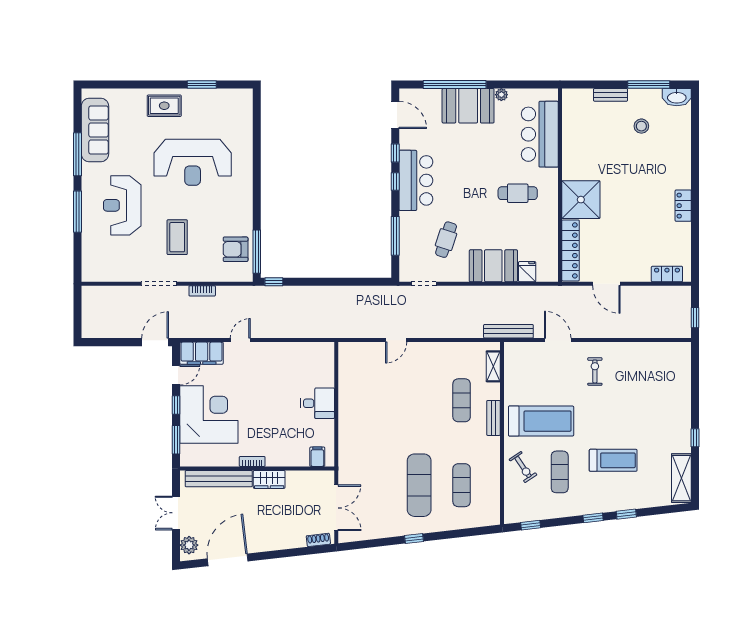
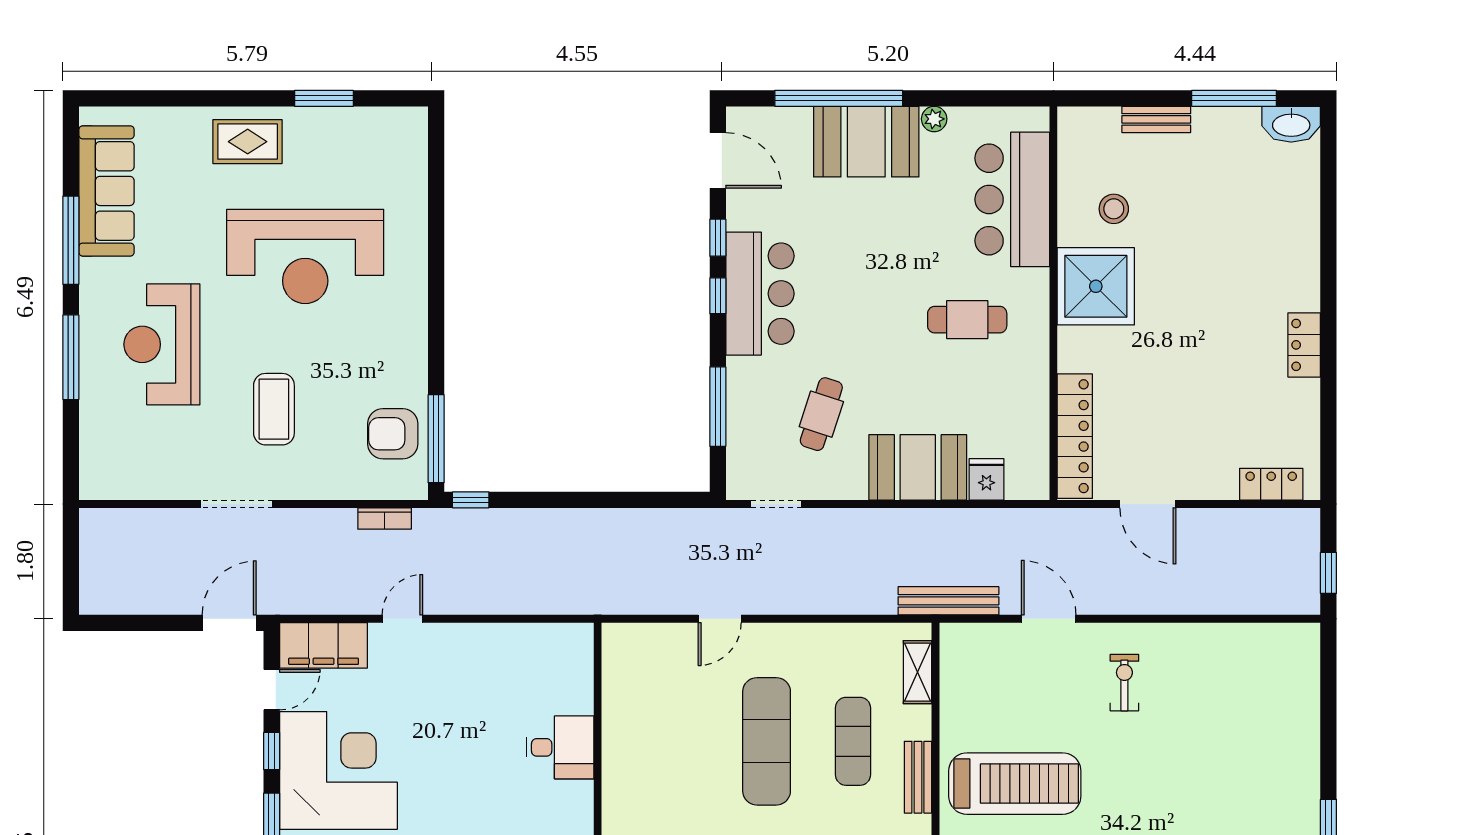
stool: (641, 126) -> (1114, 209), moved
shower: (581, 200) -> (1096, 286), moved
bookcase: (202, 291) -> (385, 519), moved
exercise mat: (419, 400) -> (767, 741), added

